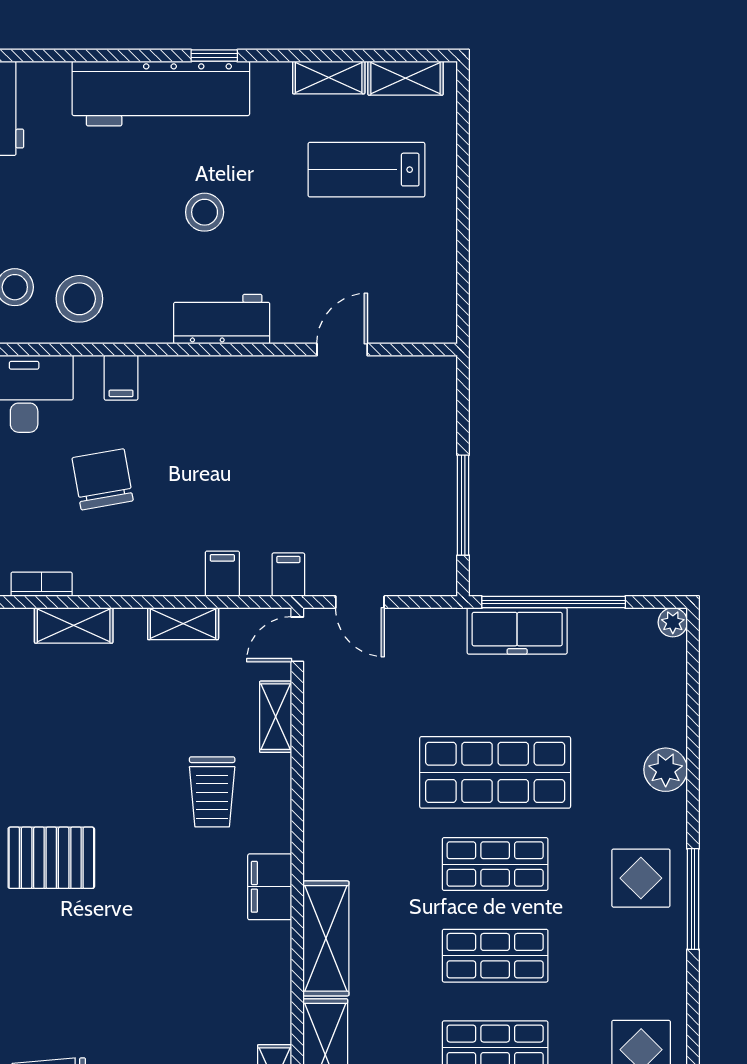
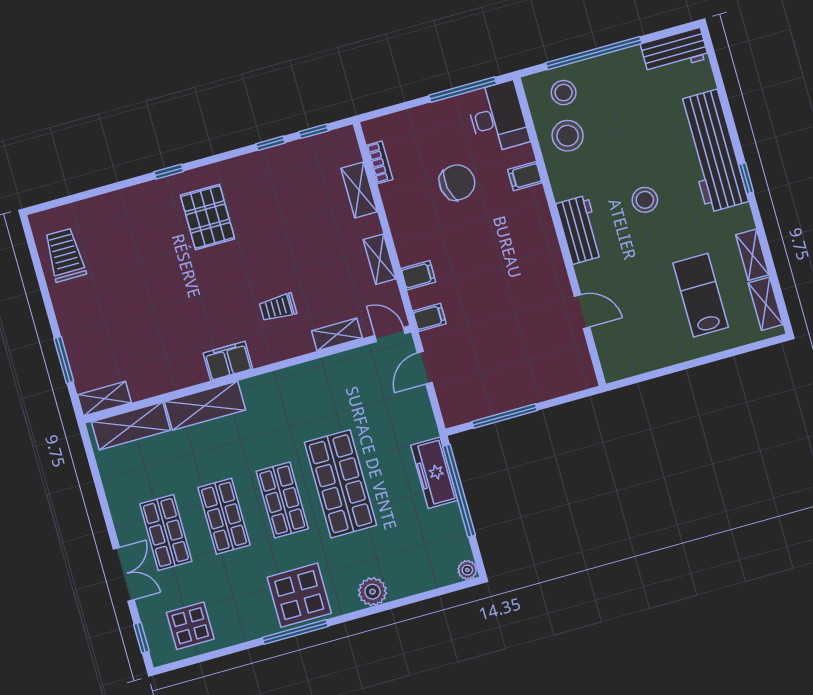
trolley: (212, 792) -> (278, 307), width x0.73, depth x0.72
display table: (641, 878) -> (299, 595), width x1.36, depth x1.36

